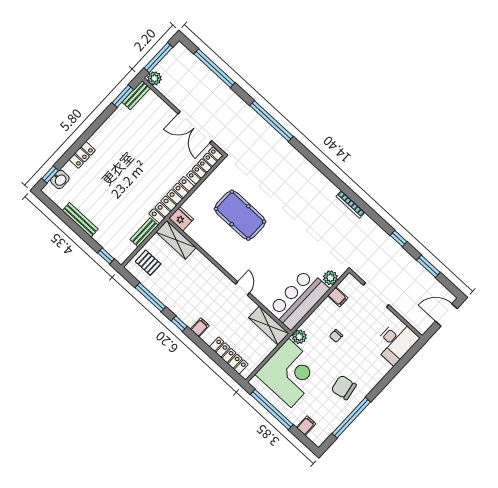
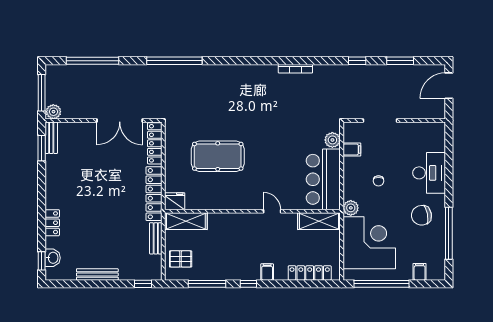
desk: (396, 342) -> (429, 173), moved

